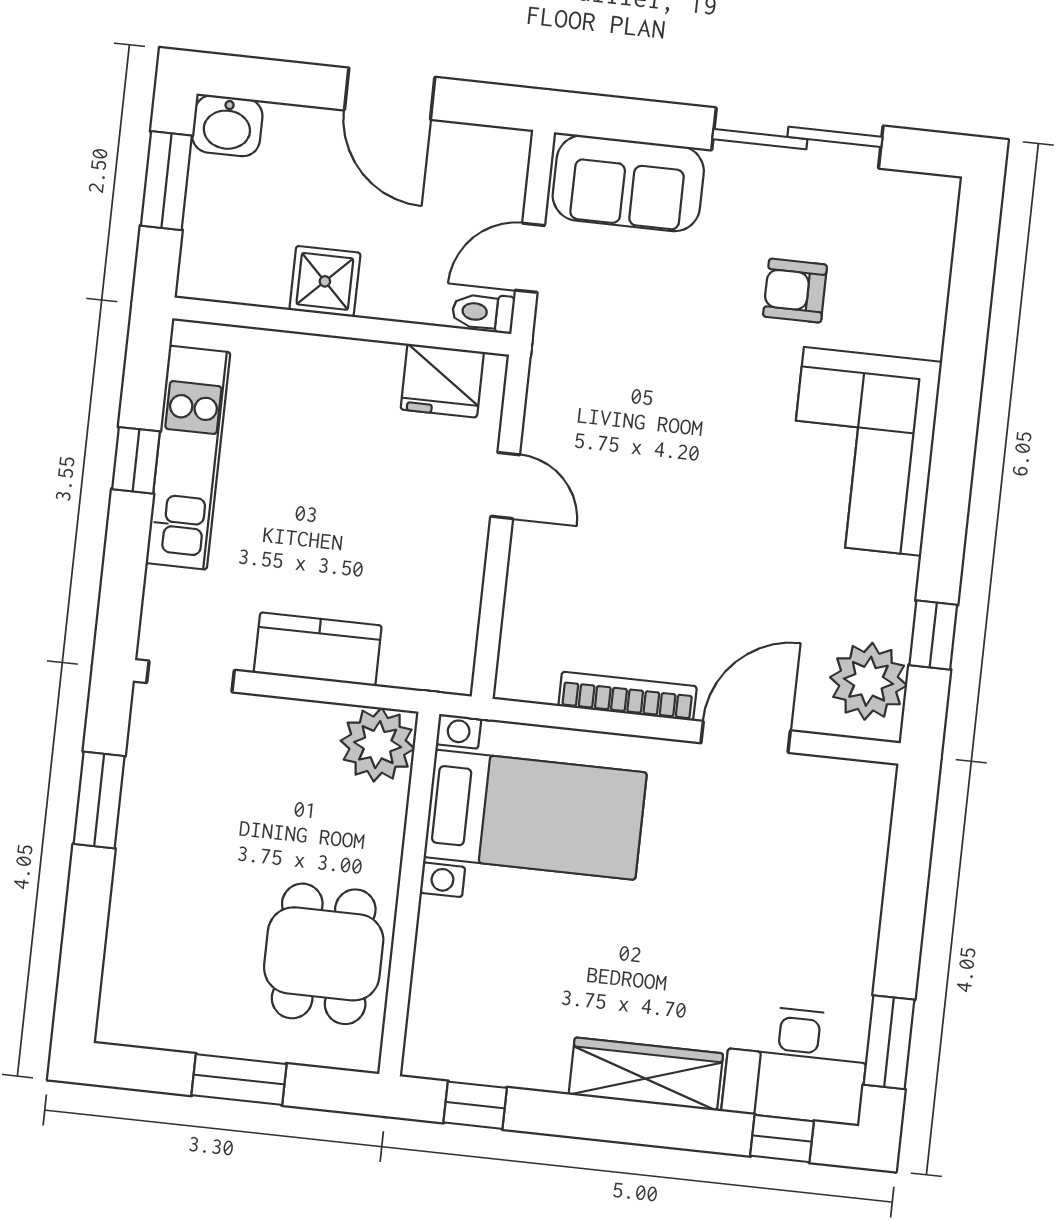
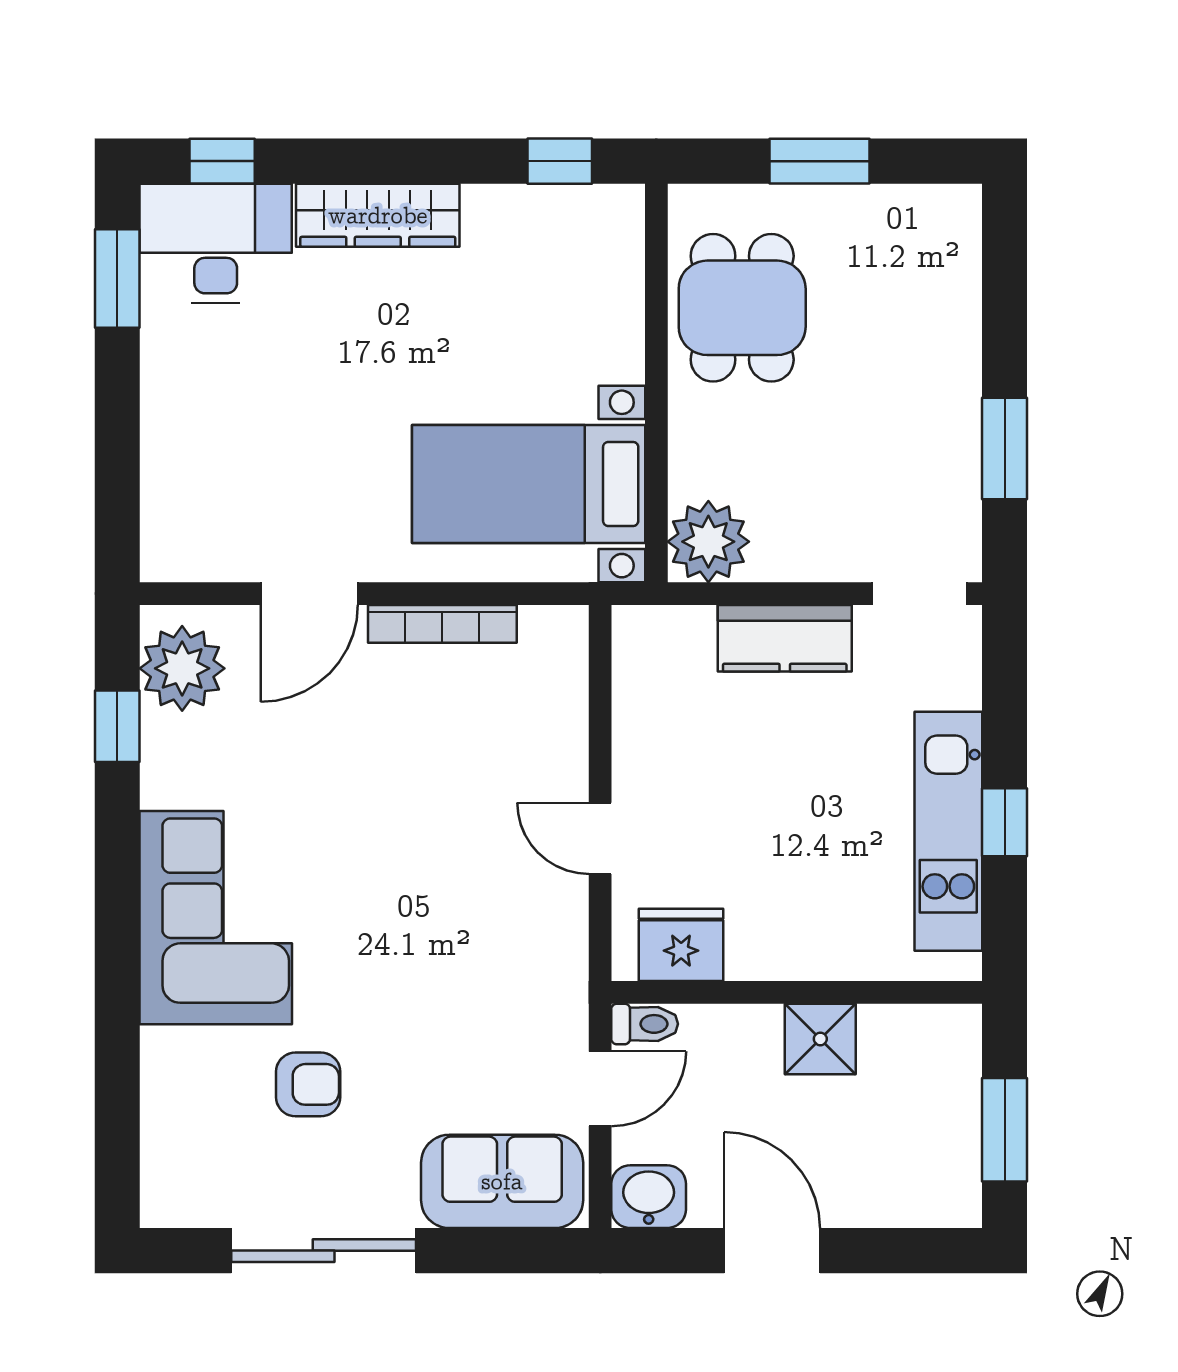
washbasin: (227, 126) -> (649, 1197), moved

